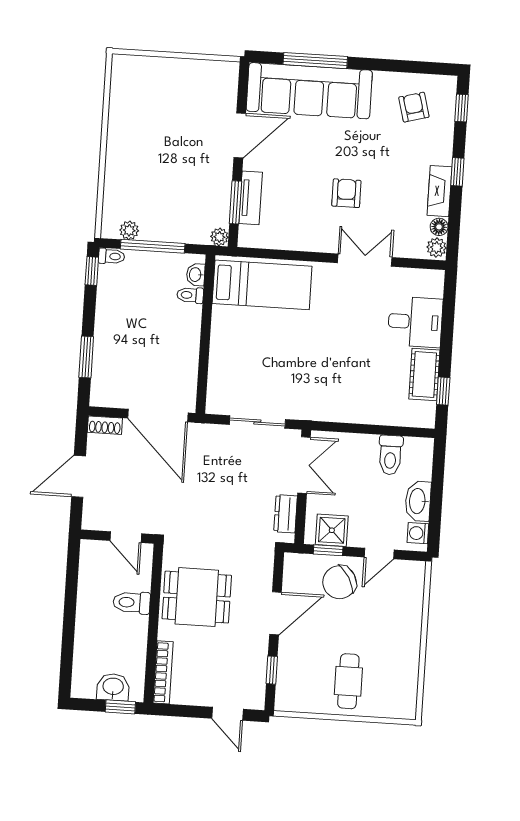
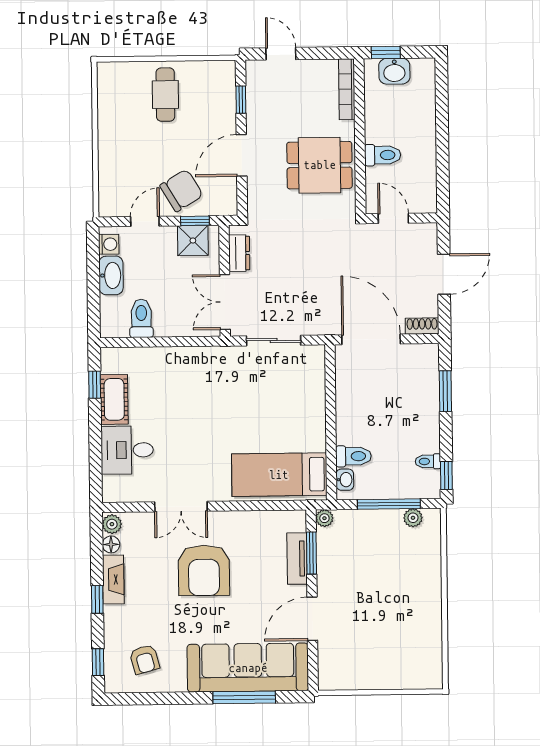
armchair: (346, 193) -> (204, 570), width x1.88, depth x1.88
toilet: (112, 256) -> (428, 461), moved
toilet: (190, 295) -> (353, 456), width x1.37, depth x1.39

